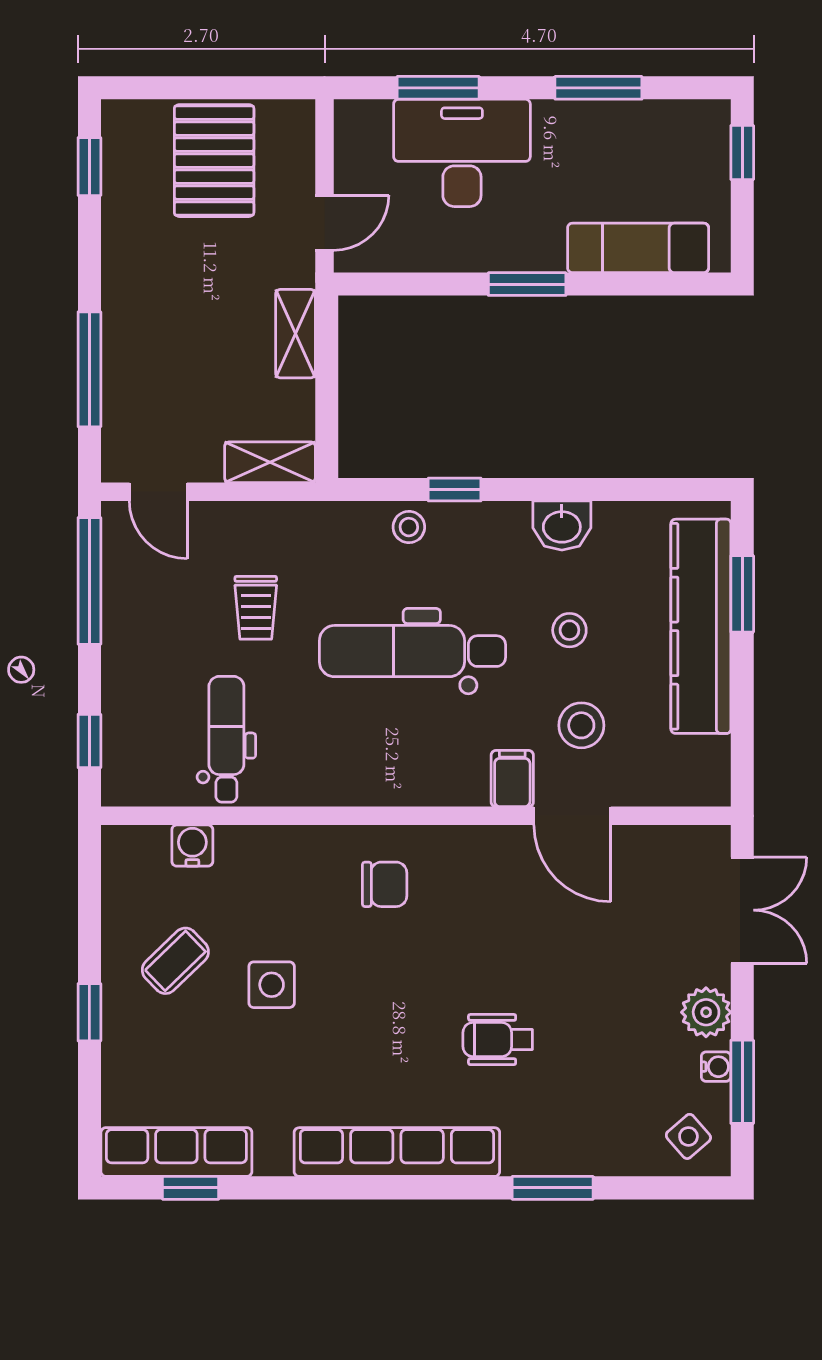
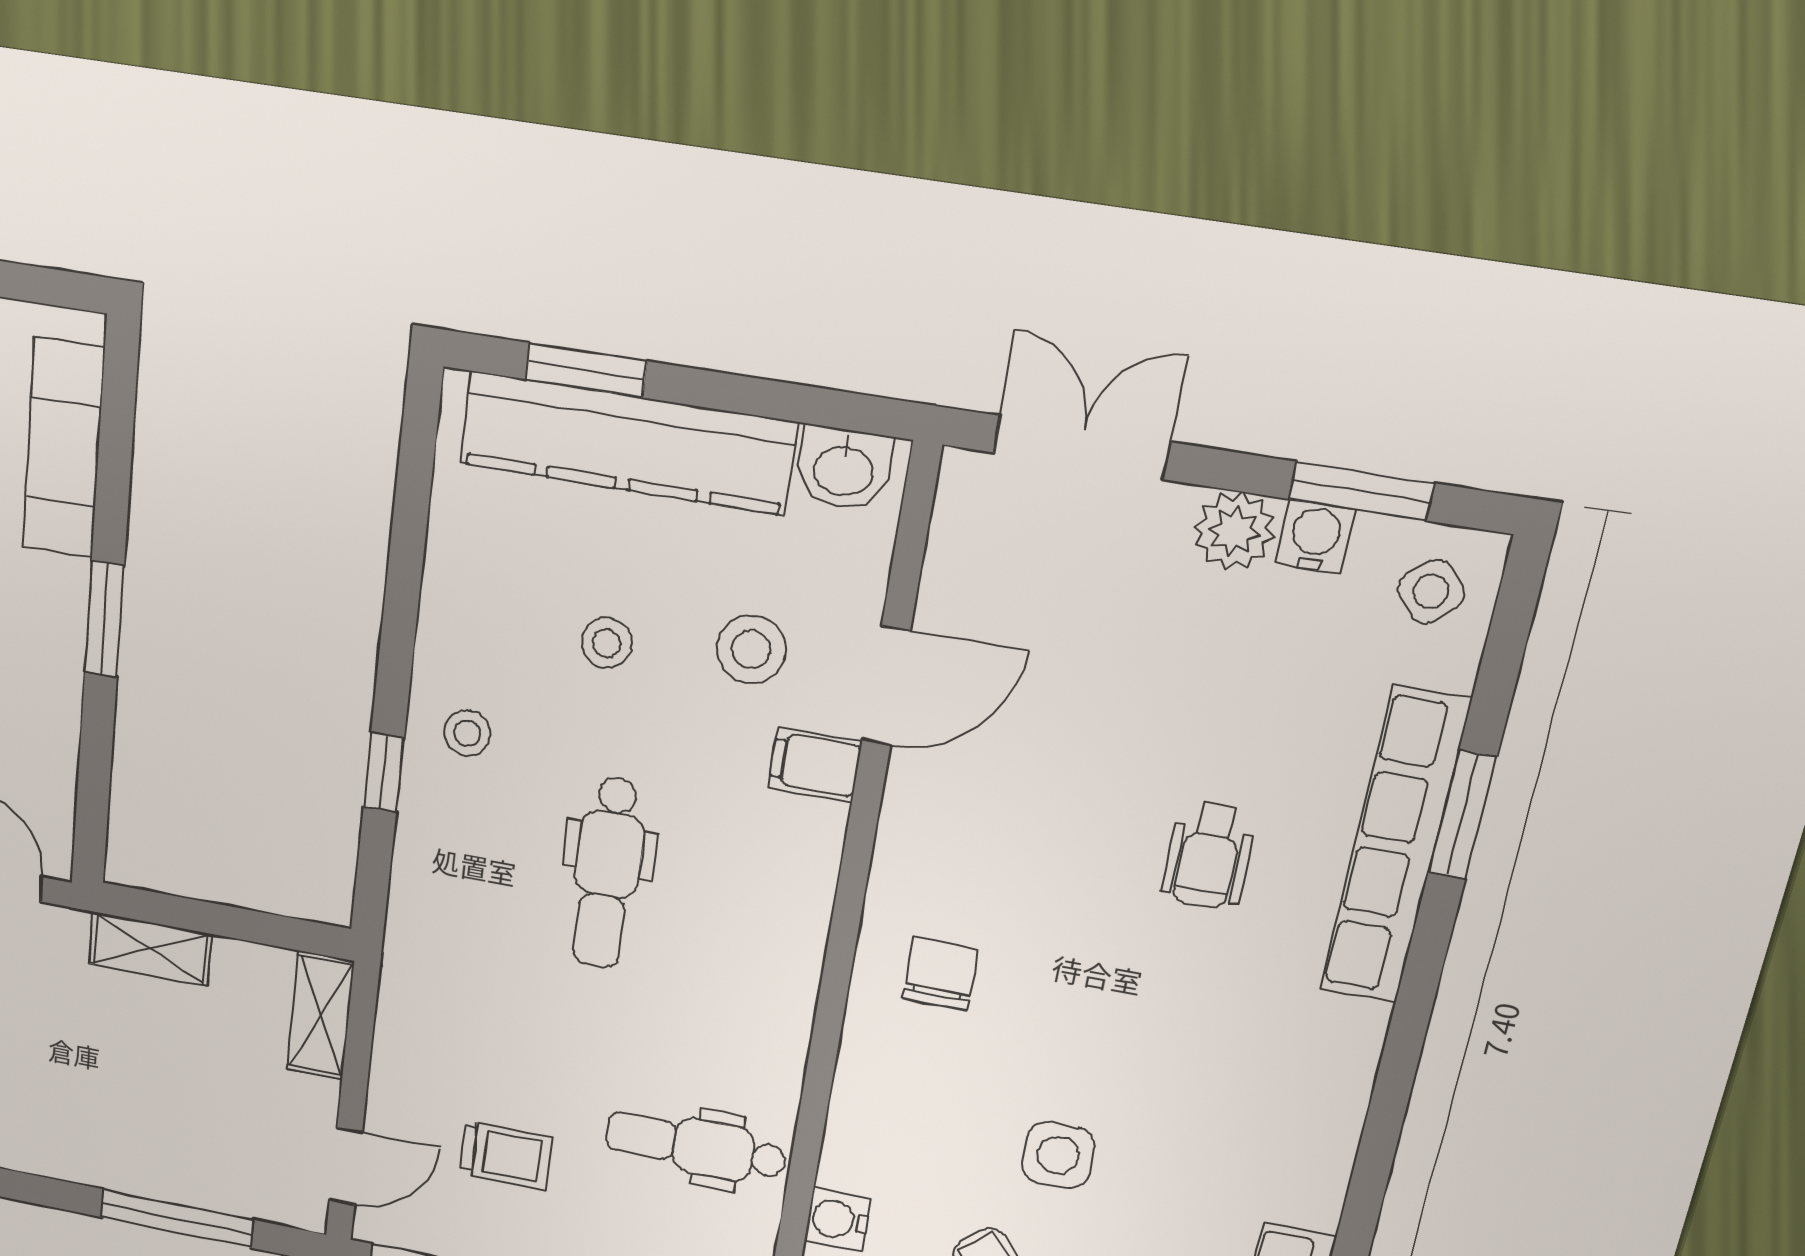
washbasin: (562, 525) -> (844, 469), moved, turned 90
stool: (409, 527) -> (467, 733), moved
trolley: (256, 608) -> (506, 1155), moved
dental chair: (412, 651) -> (607, 873), width x0.73, depth x0.72
water cooler: (716, 1067) -> (1315, 537), width x1.38, depth x1.38
row of seats: (397, 1152) -> (1395, 846), moved

